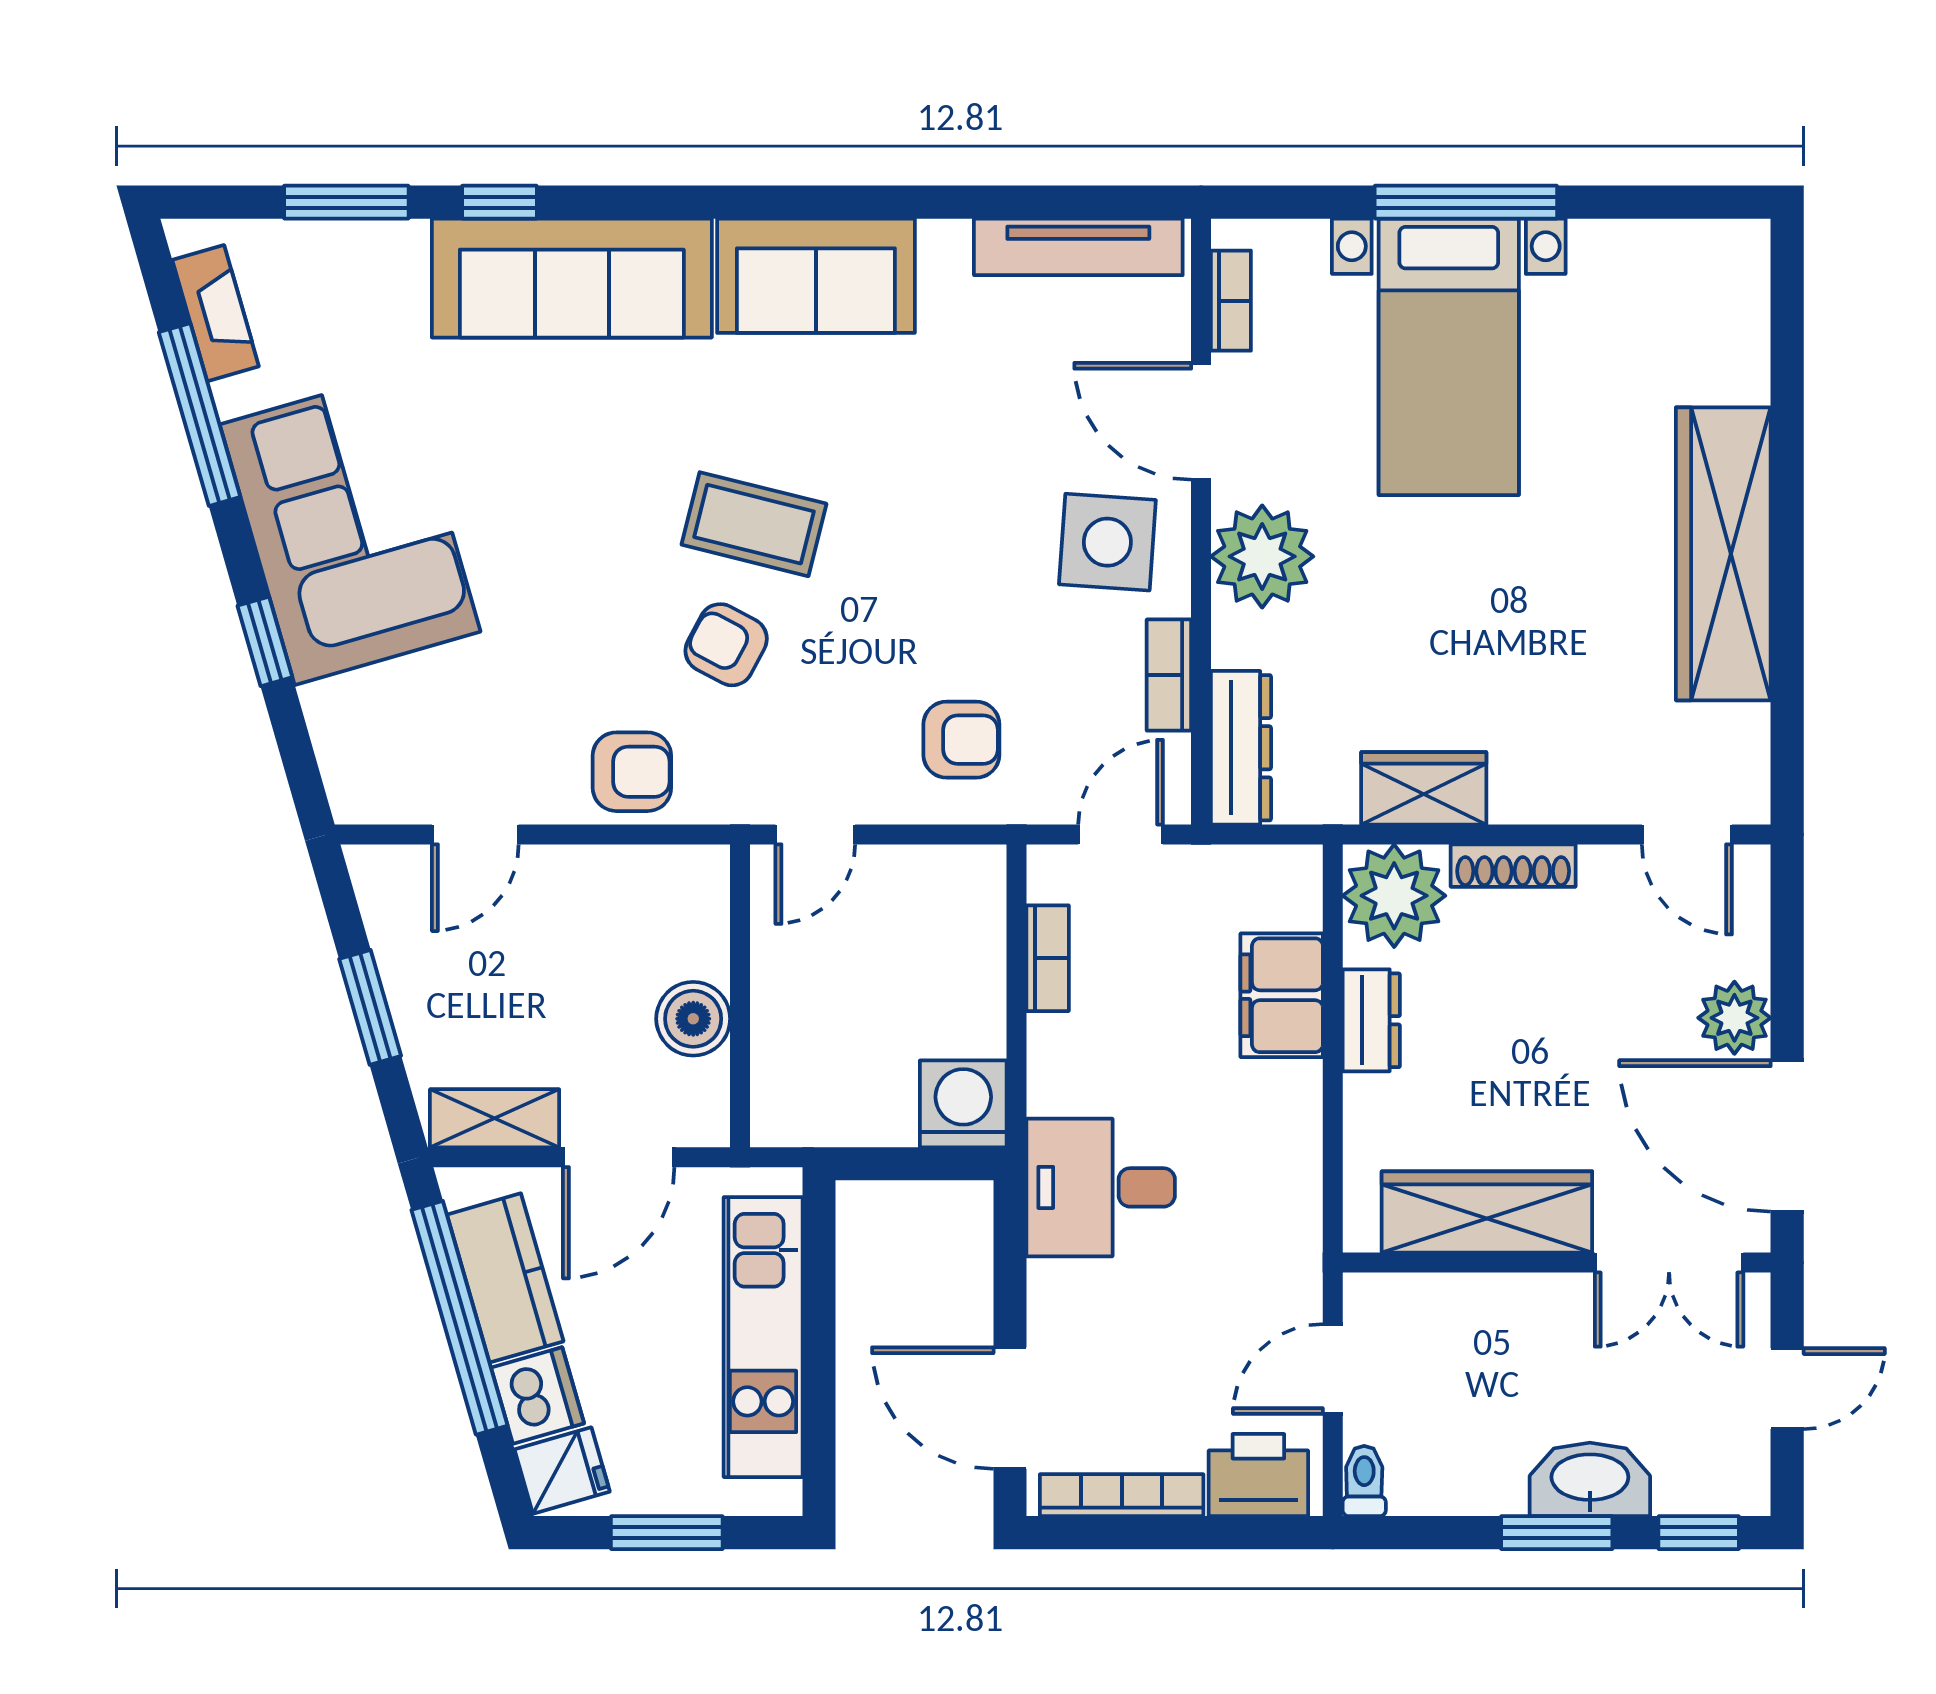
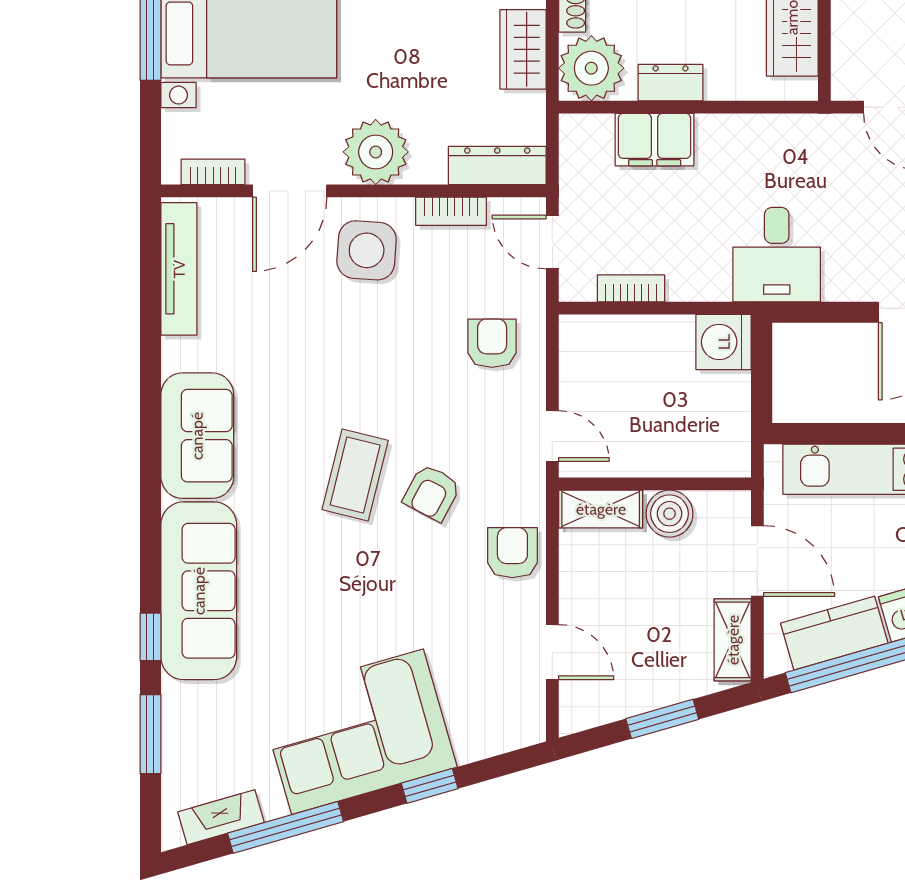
shelving: (700, 910) -> (601, 509), added

